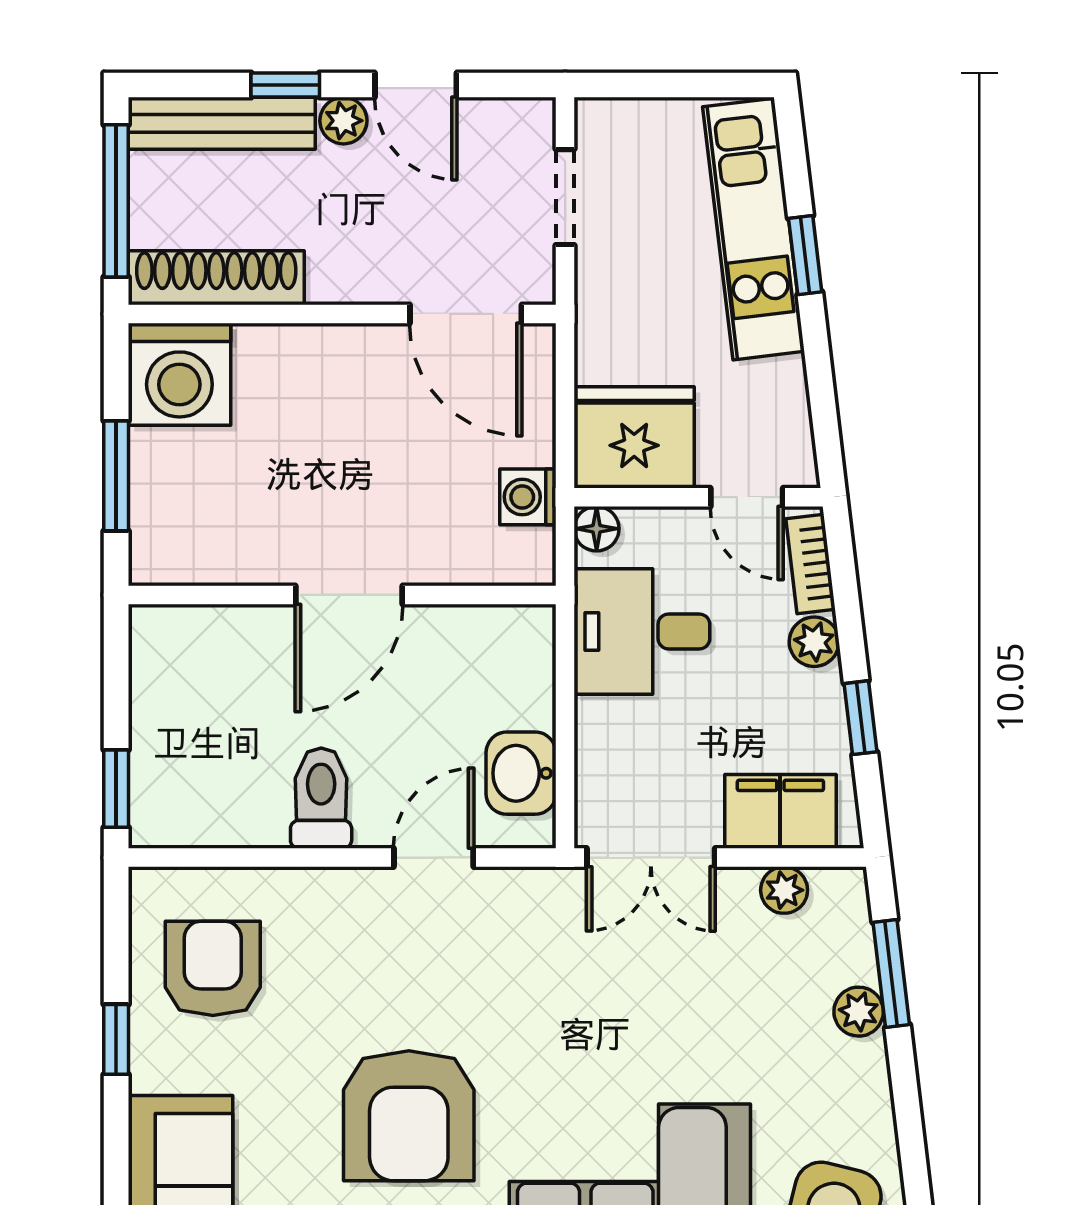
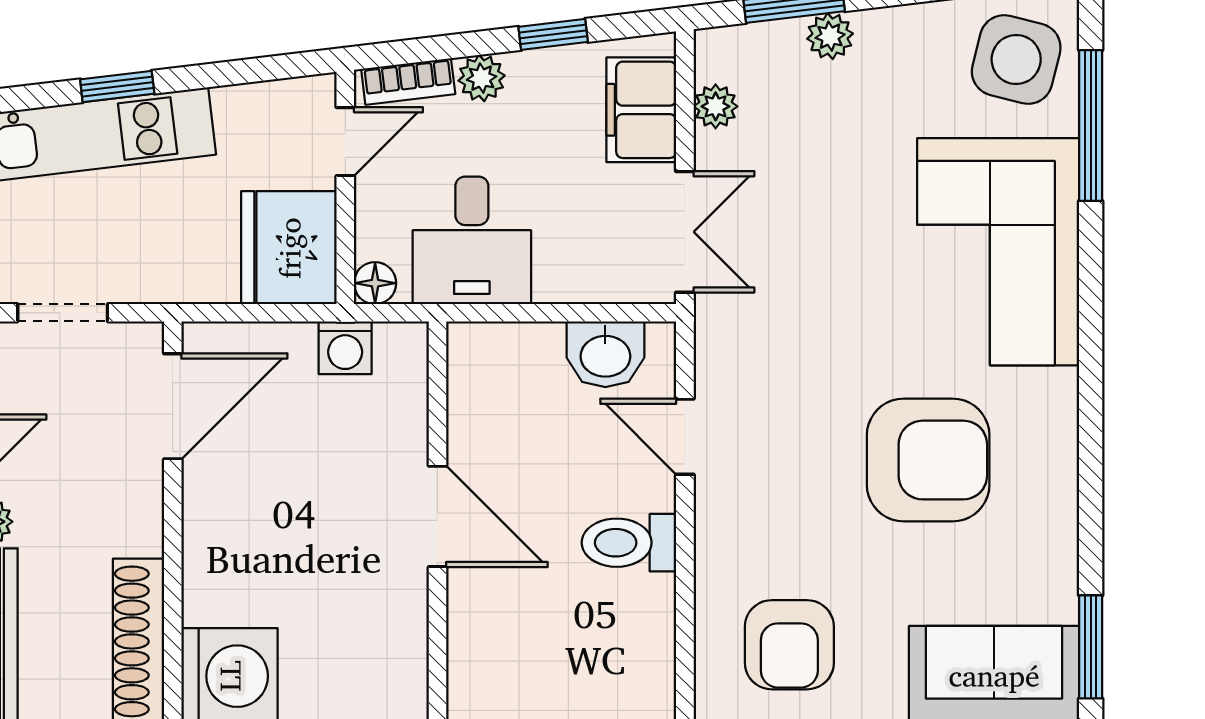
armchair: (213, 968) -> (789, 645), turned -90

